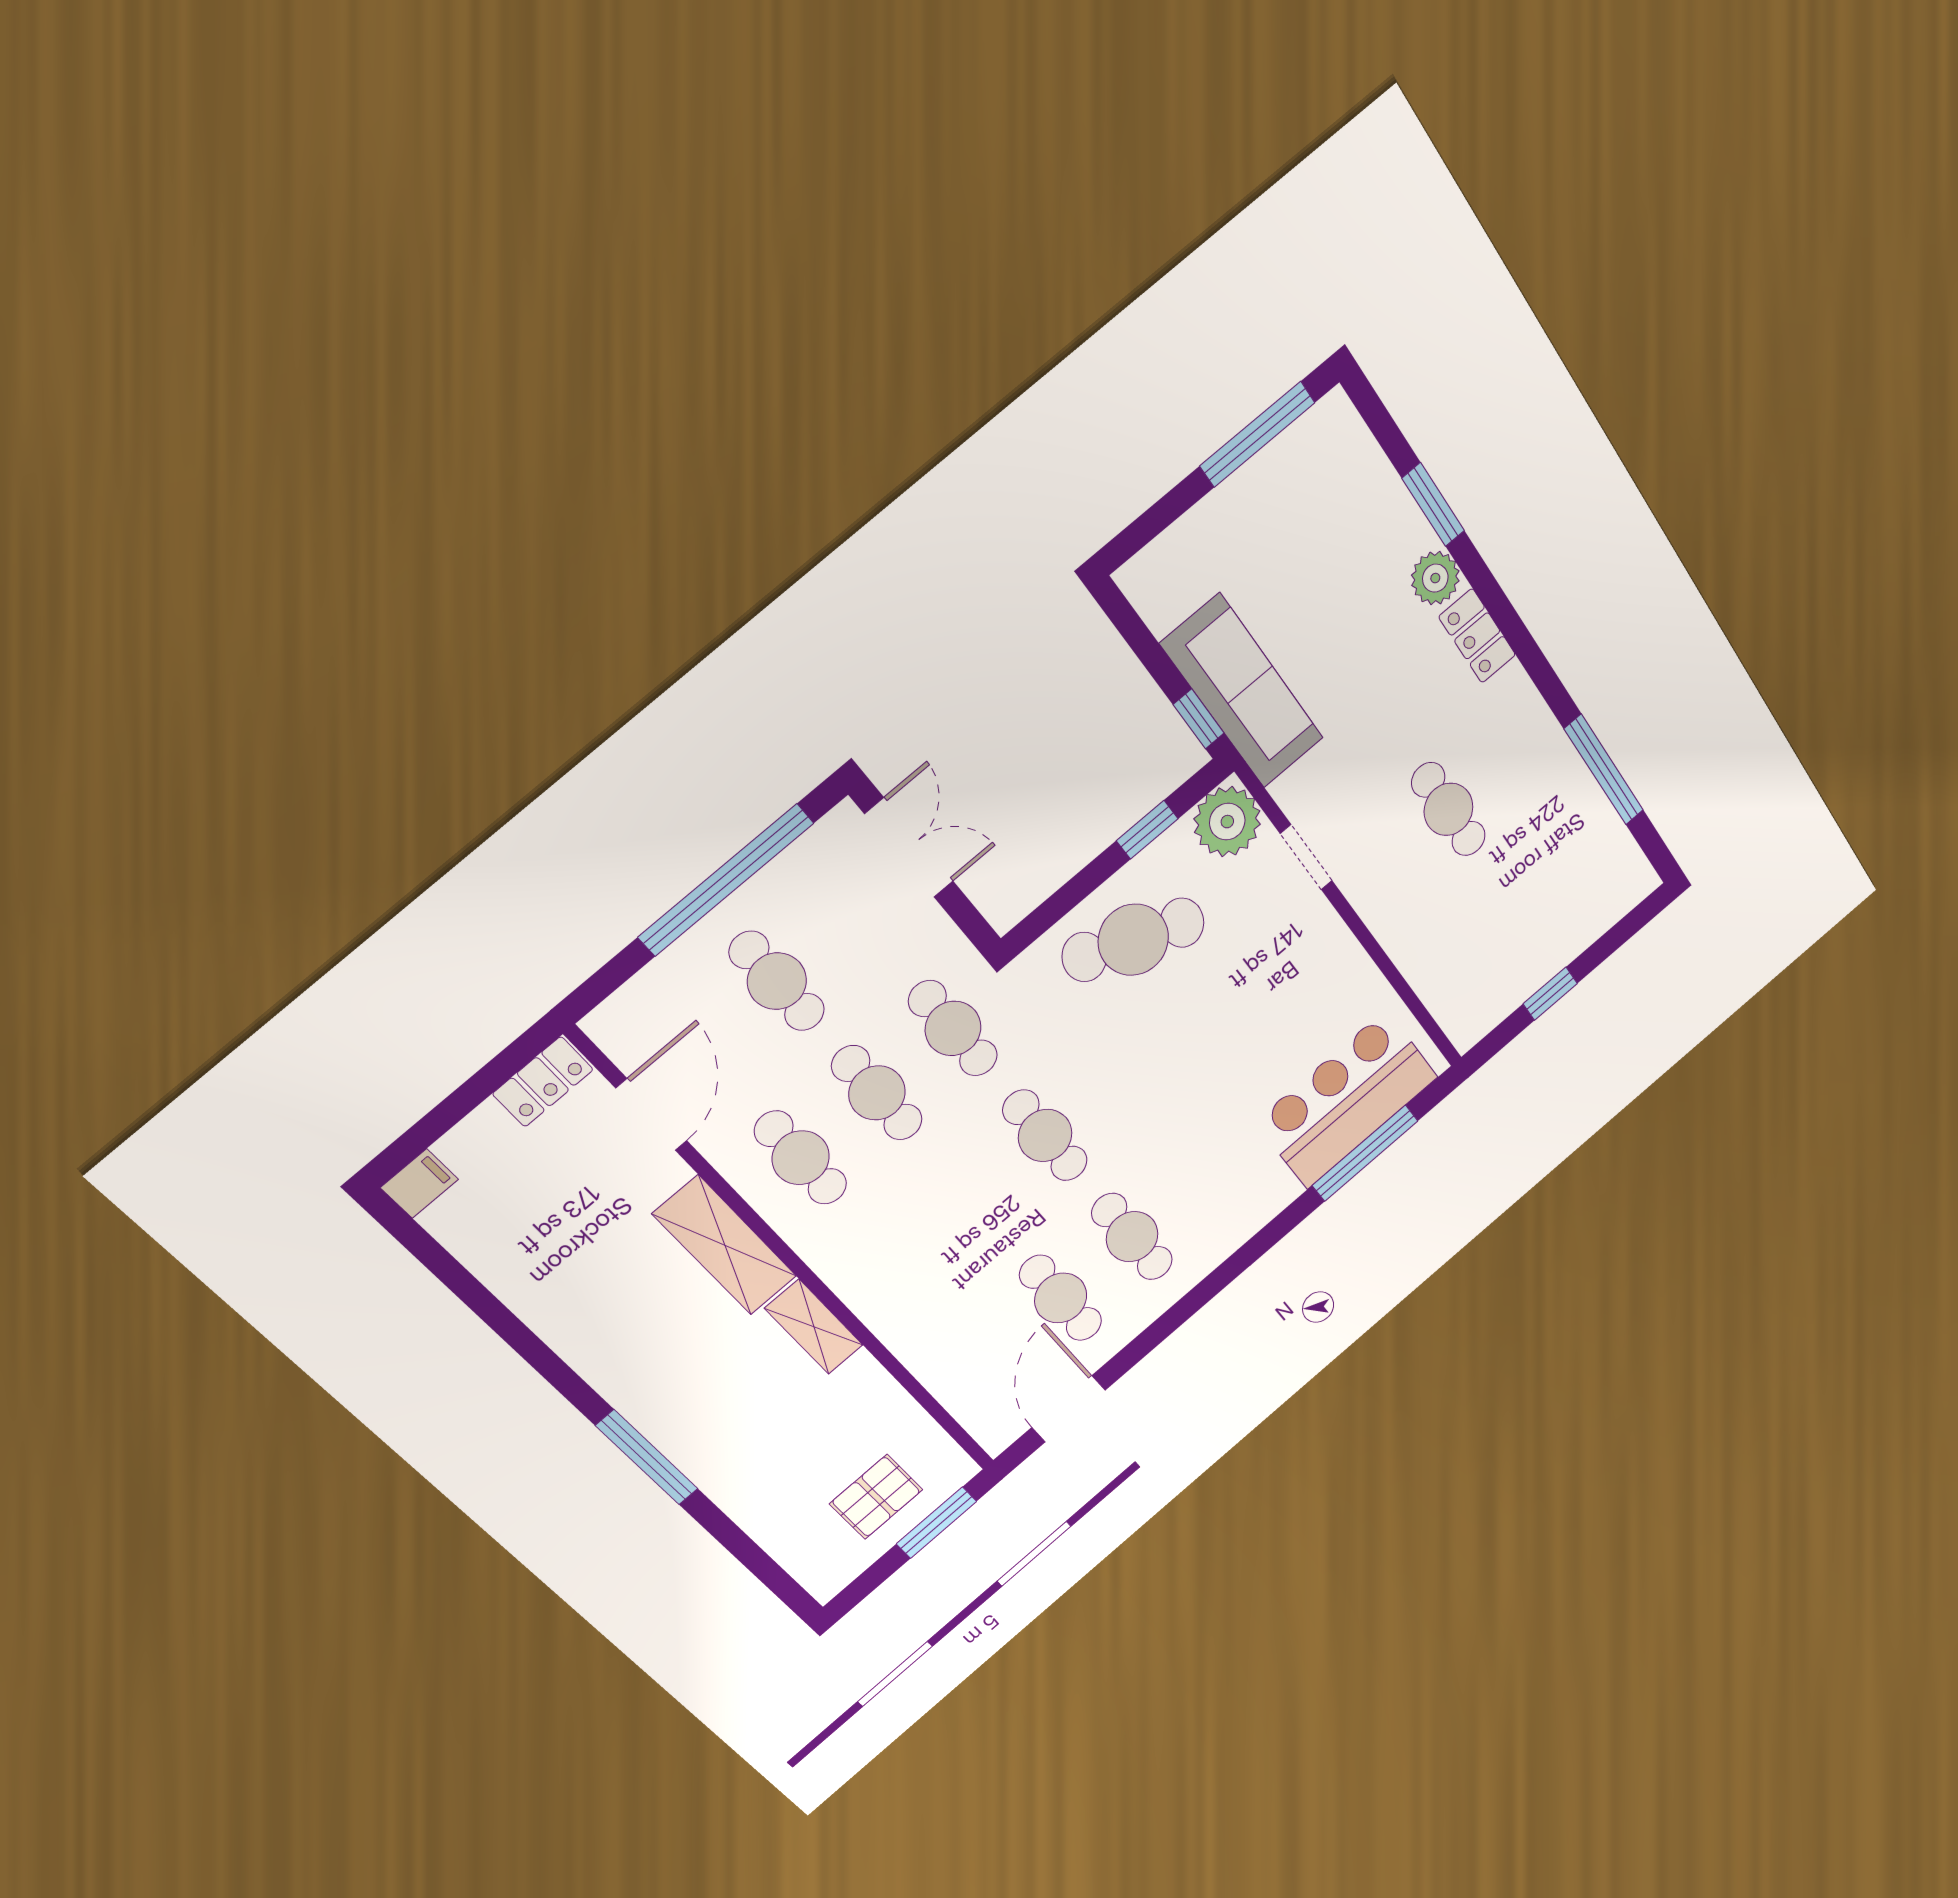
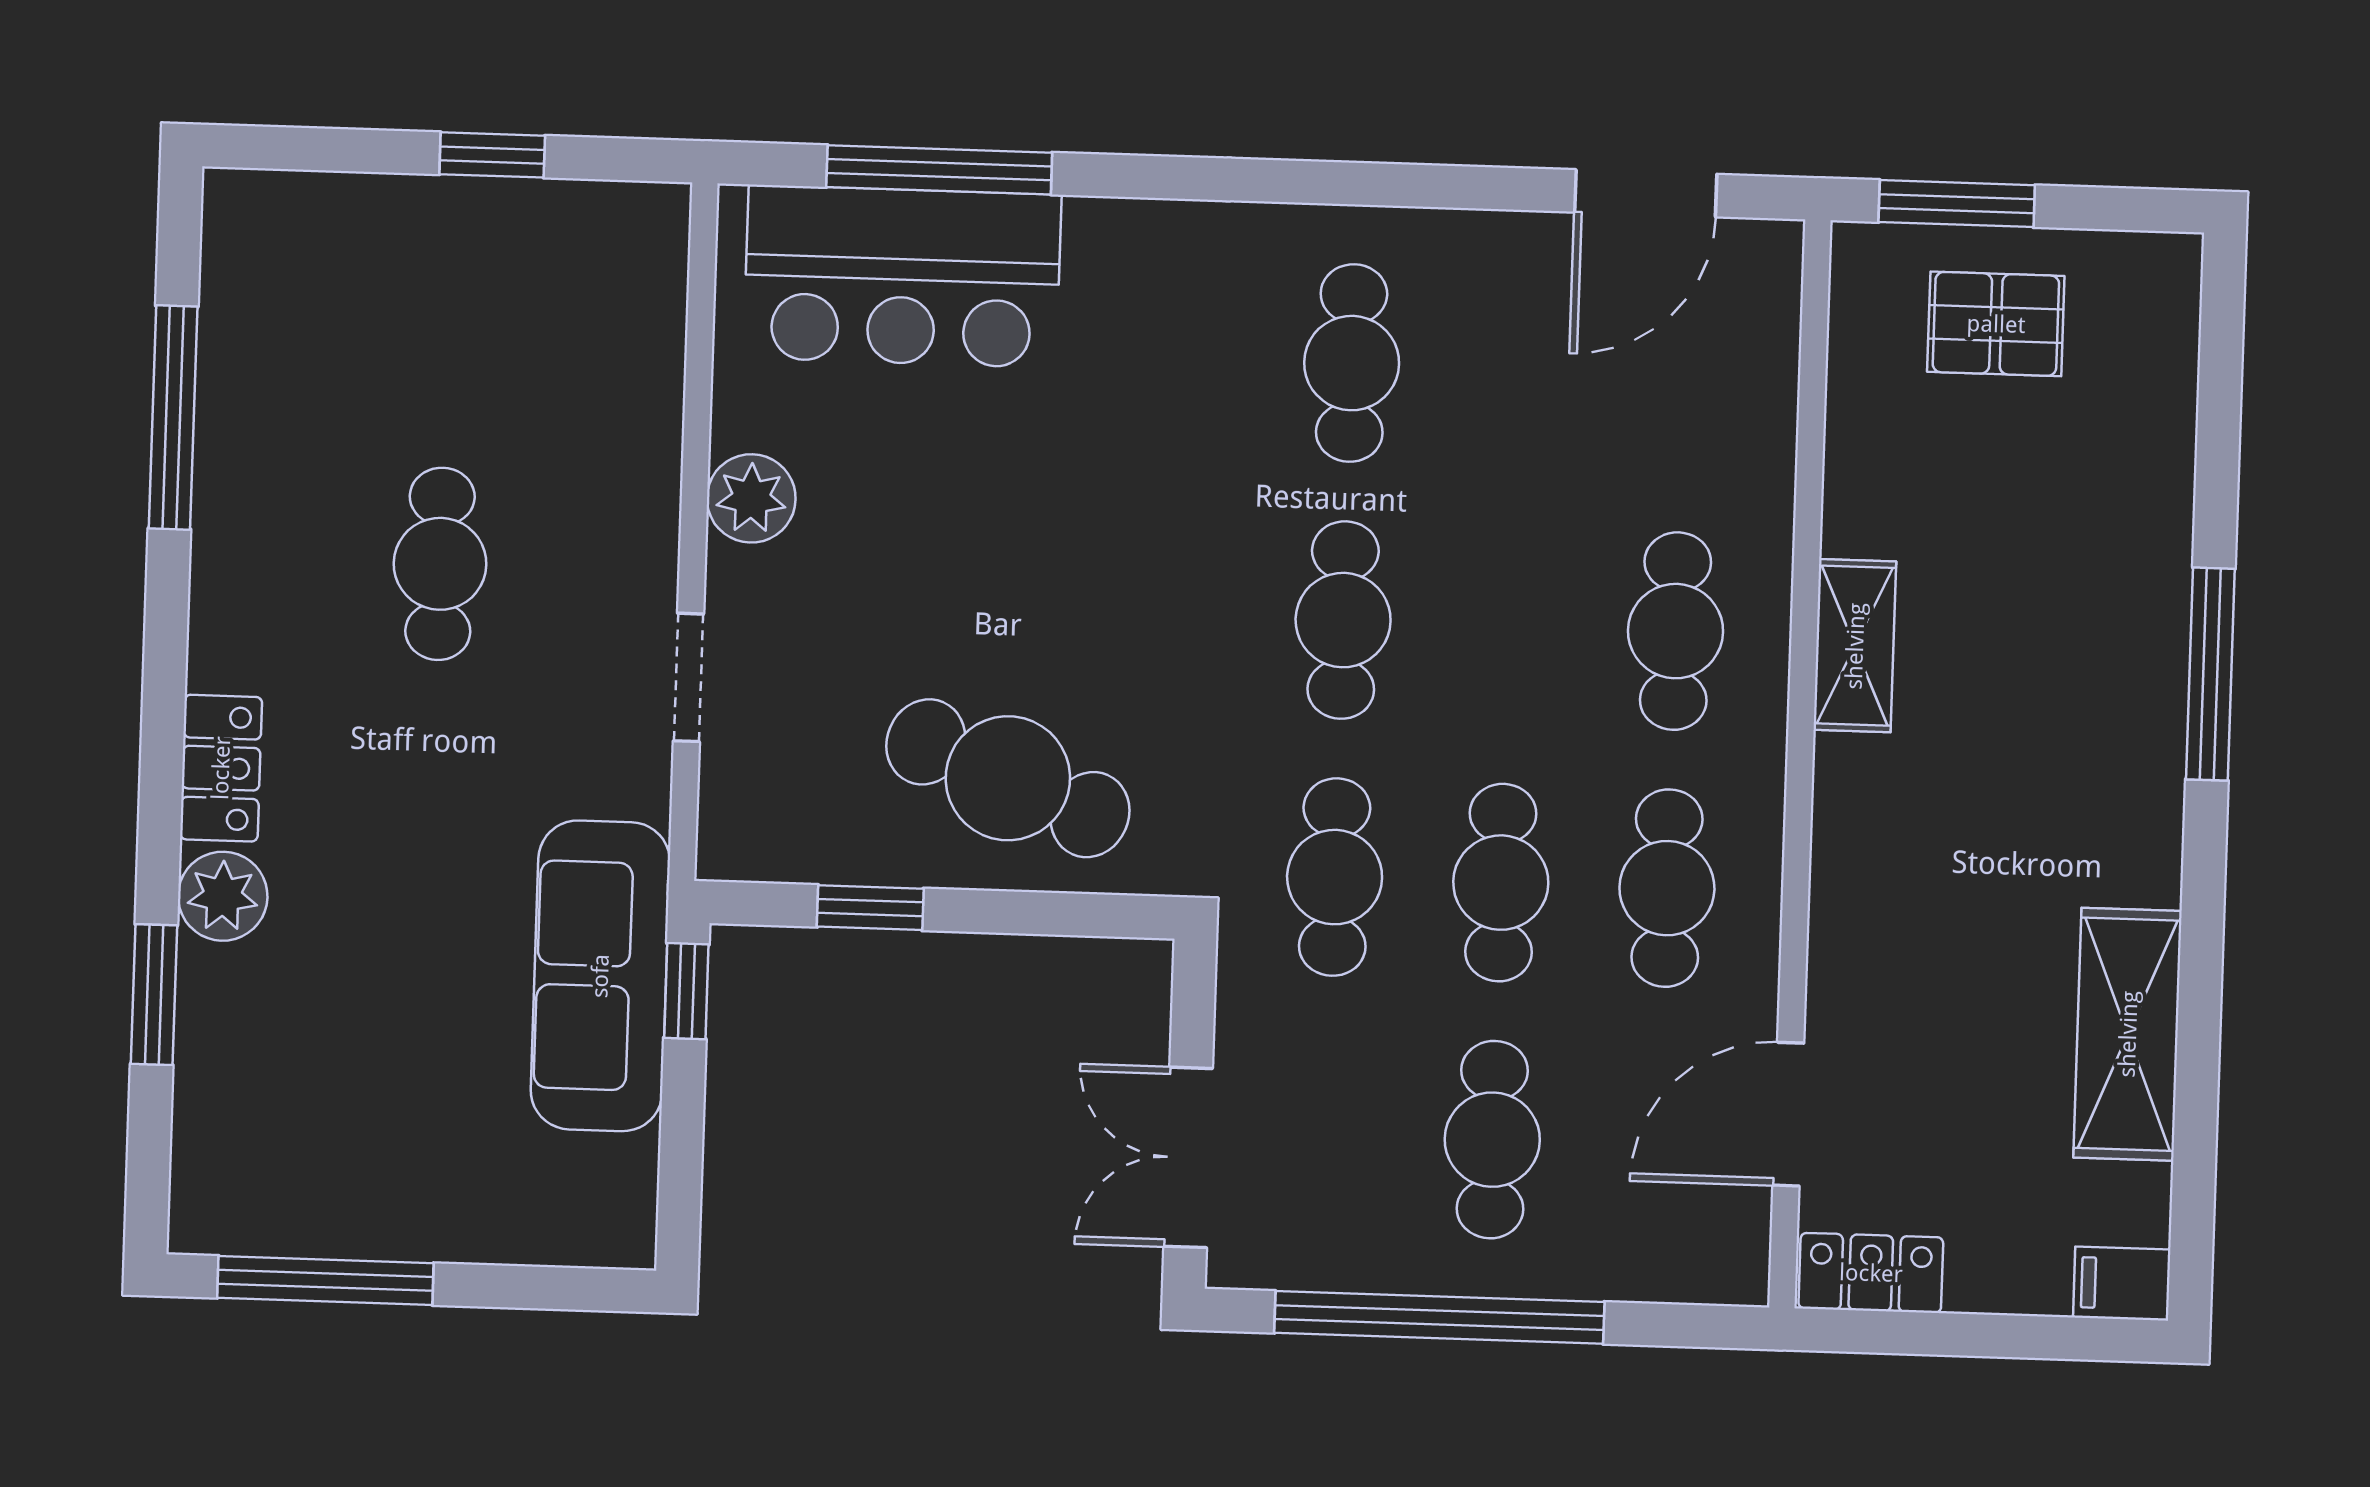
plant: (1227, 822) -> (751, 498), moved, width x0.73, depth x0.73
shelving: (725, 1245) -> (2128, 1034), moved
cafe table: (1061, 1298) -> (1675, 631), moved

